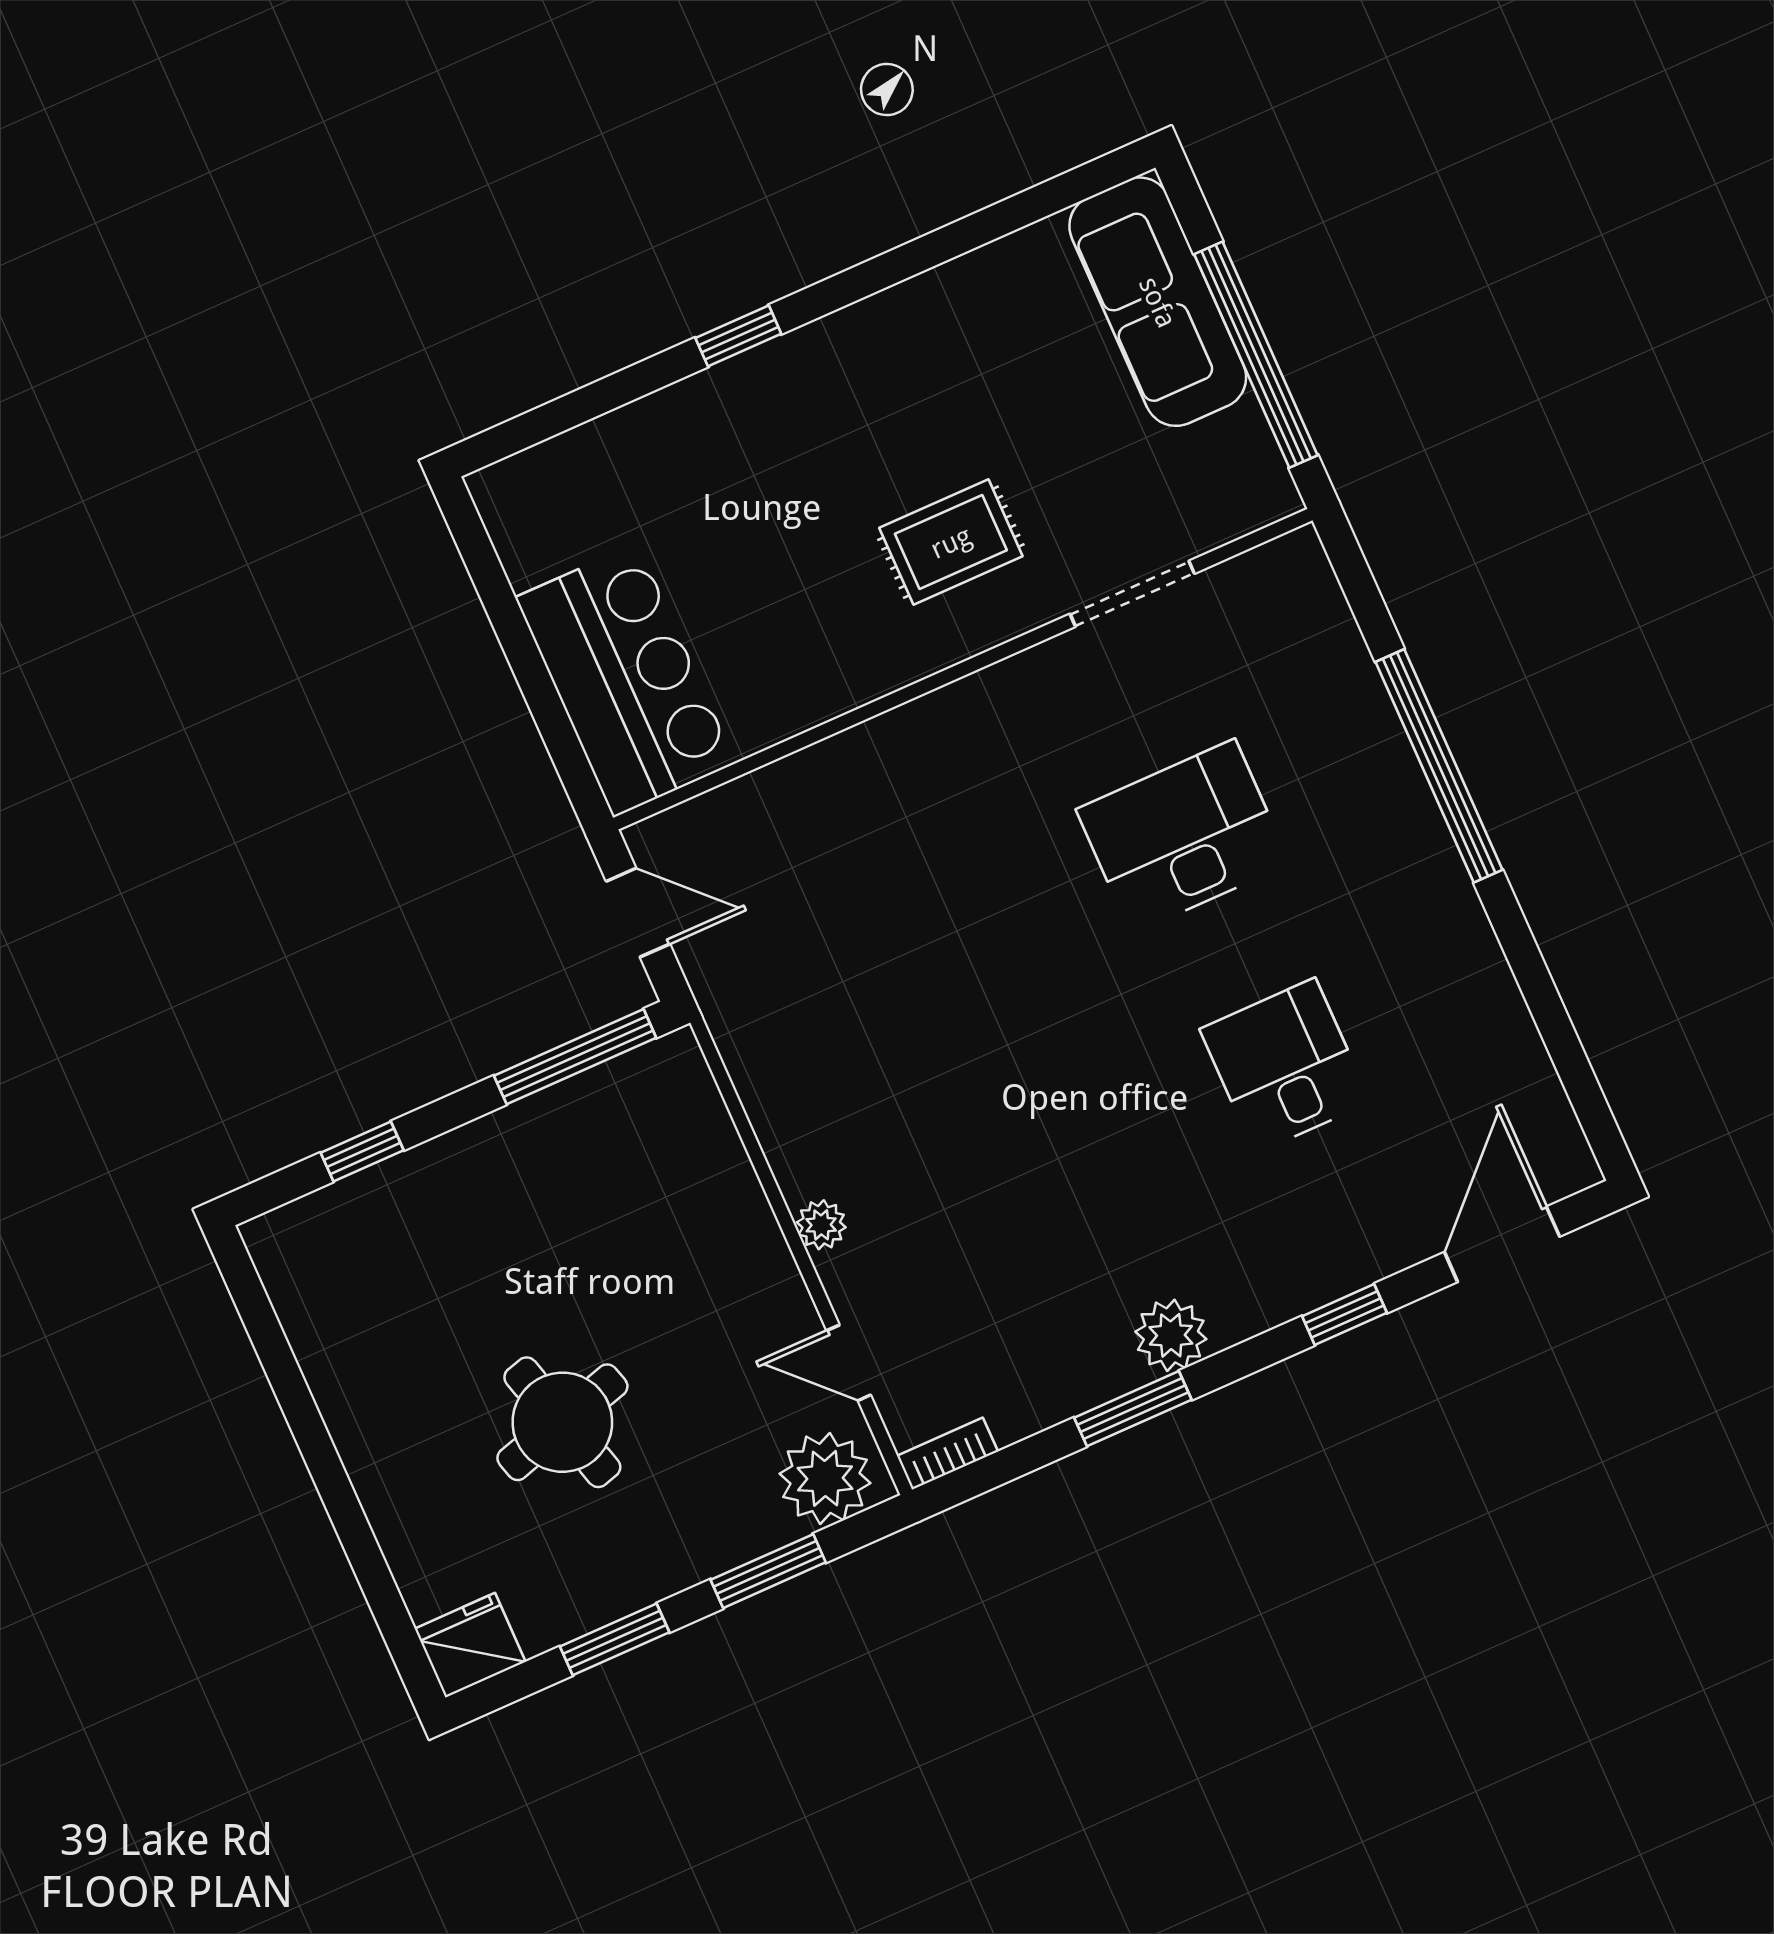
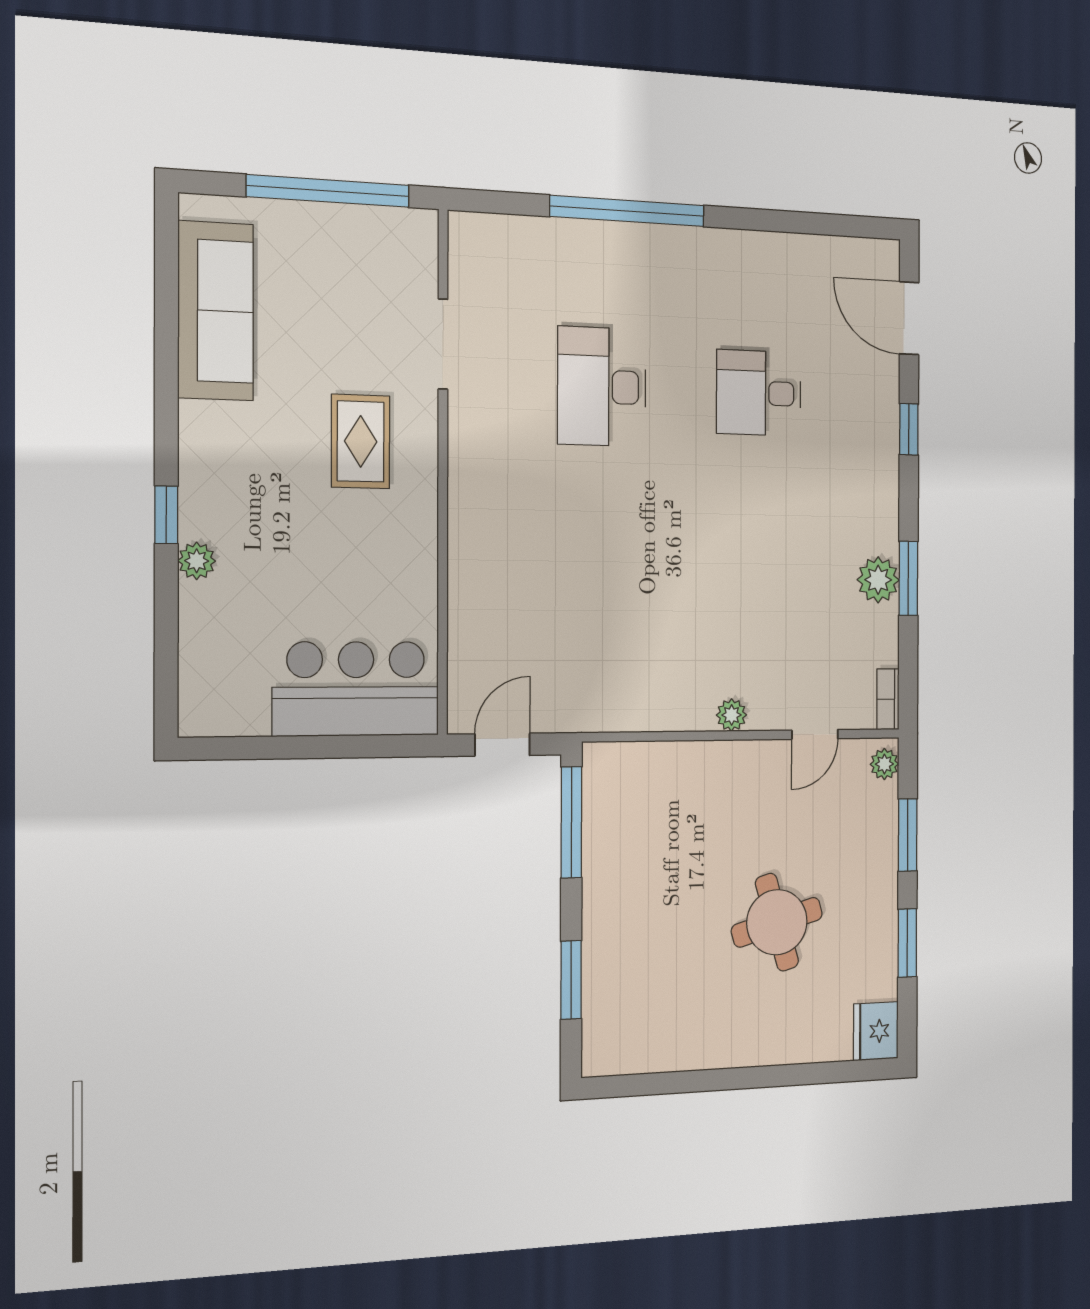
sofa: (1158, 302) -> (216, 311), moved, turned -90
plant: (697, 400) -> (197, 561), added
window: (362, 1152) -> (571, 980), width x1.50
plant: (1171, 1335) -> (878, 580), moved
plant: (825, 1478) -> (884, 764), width x0.53, depth x0.53

